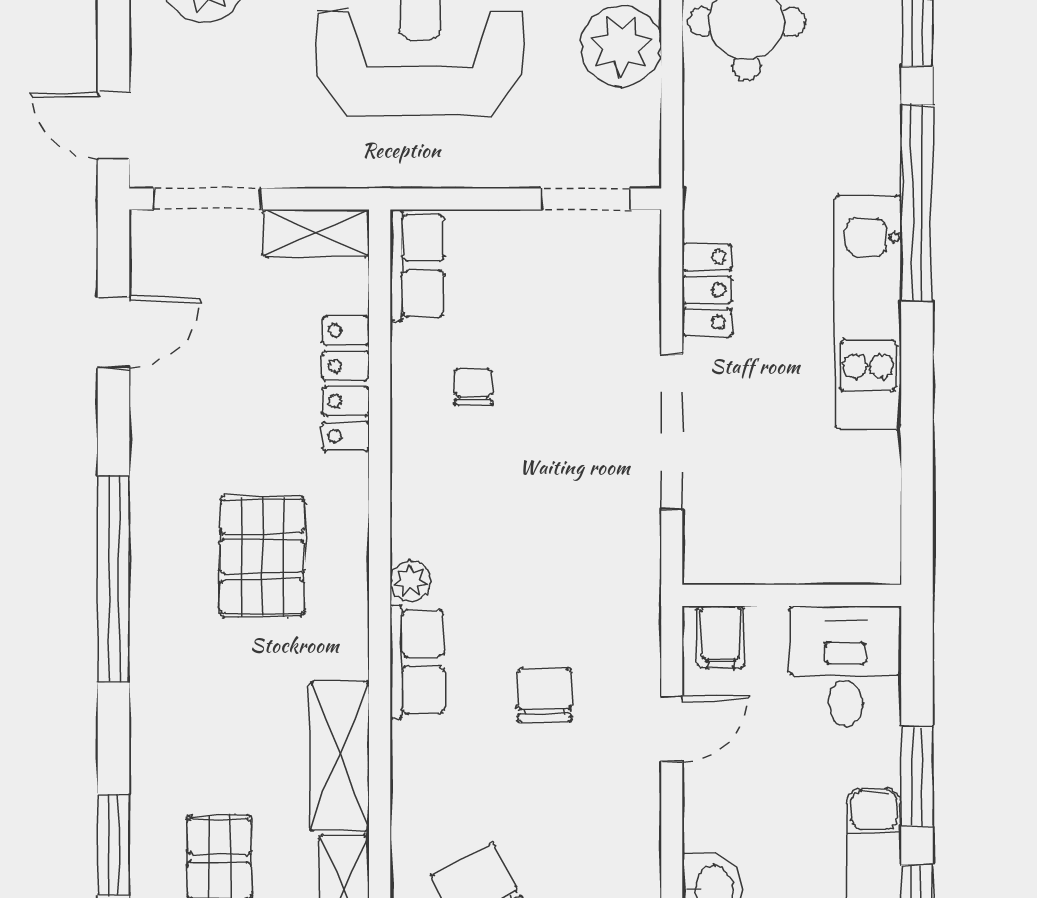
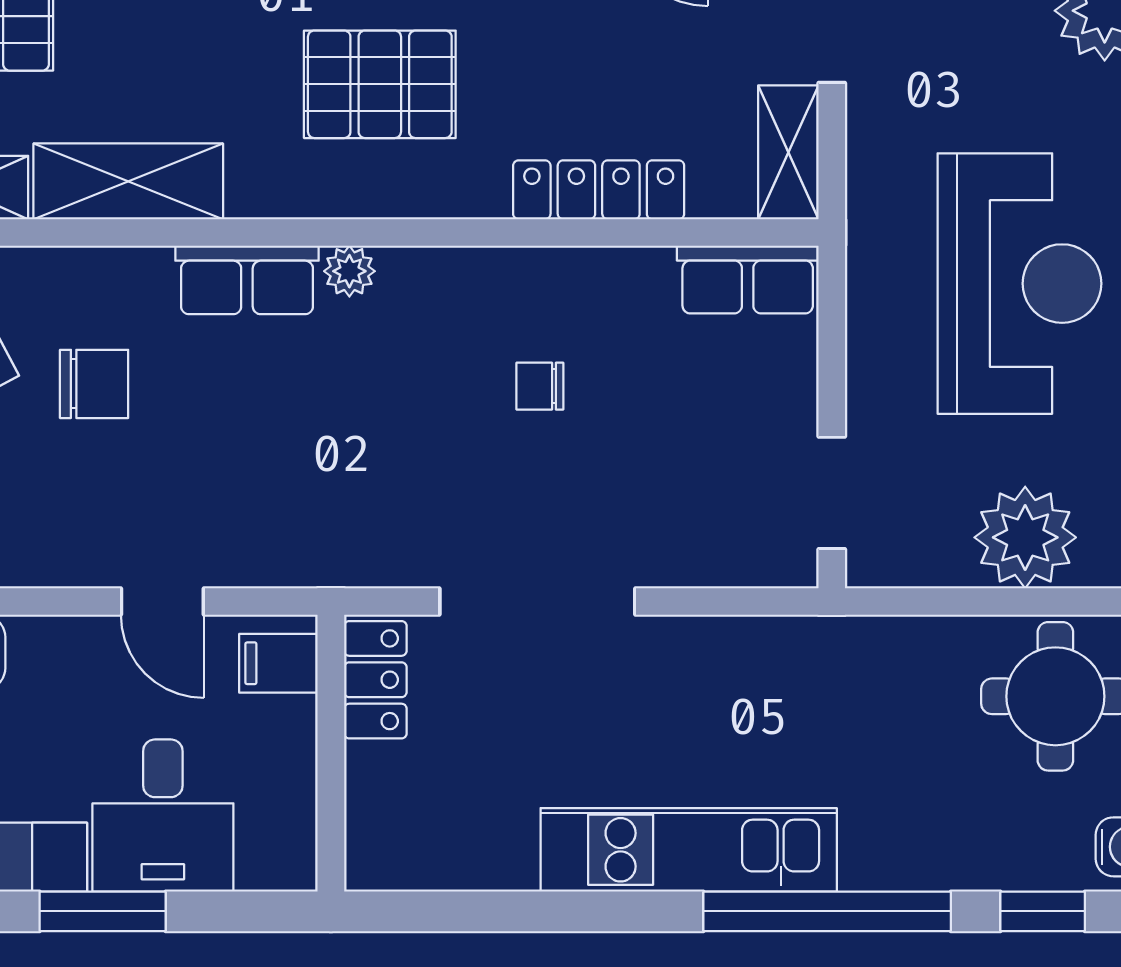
locker: (707, 290) -> (375, 680), moved, turned -90
chair: (474, 387) -> (540, 386), moved, turned 180
desk: (845, 666) -> (163, 815), moved, turned 90
chair: (545, 695) -> (94, 384), moved

